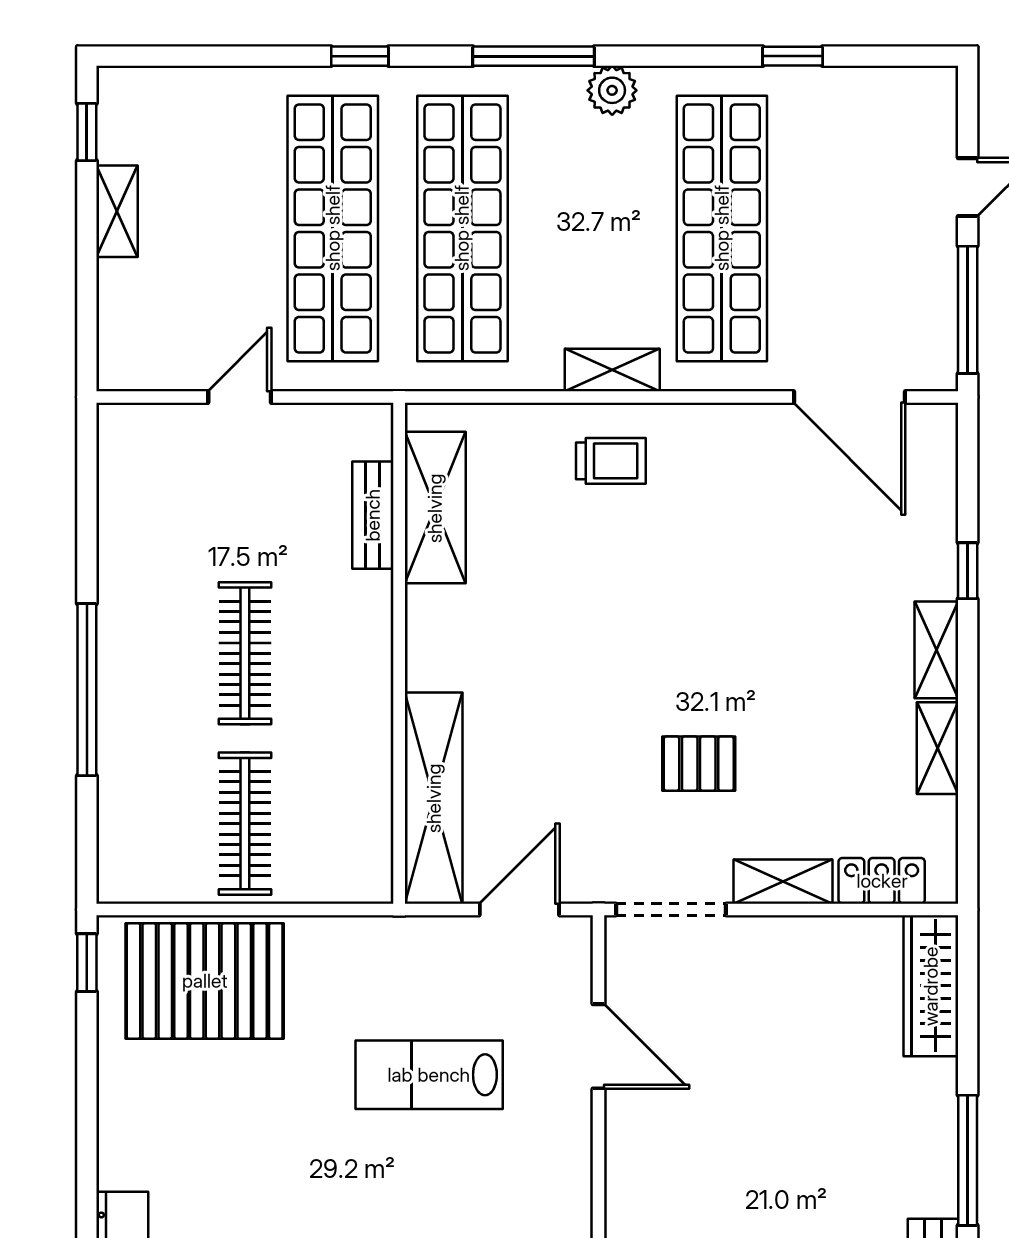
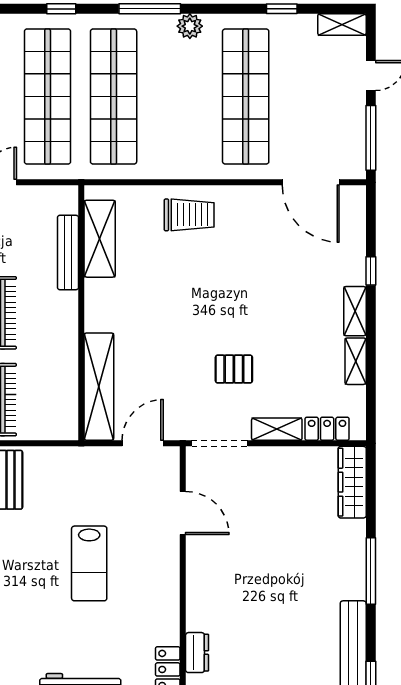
shelving: (612, 370) -> (342, 24), moved
trolley: (611, 461) -> (189, 215), width x1.36, depth x1.39
bench: (373, 515) -> (68, 252), width x1.36
lab bench: (429, 1075) -> (89, 563), moved, turned -90

